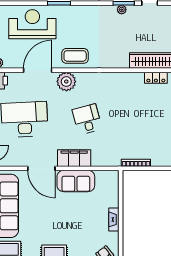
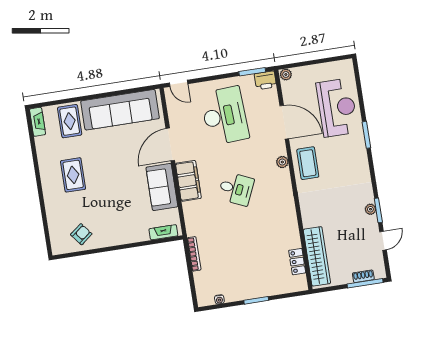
plant: (66, 82) -> (282, 162), width x0.53, depth x0.53
desk: (87, 119) -> (236, 189), turned 39
fireplace: (114, 219) -> (163, 232), moved

